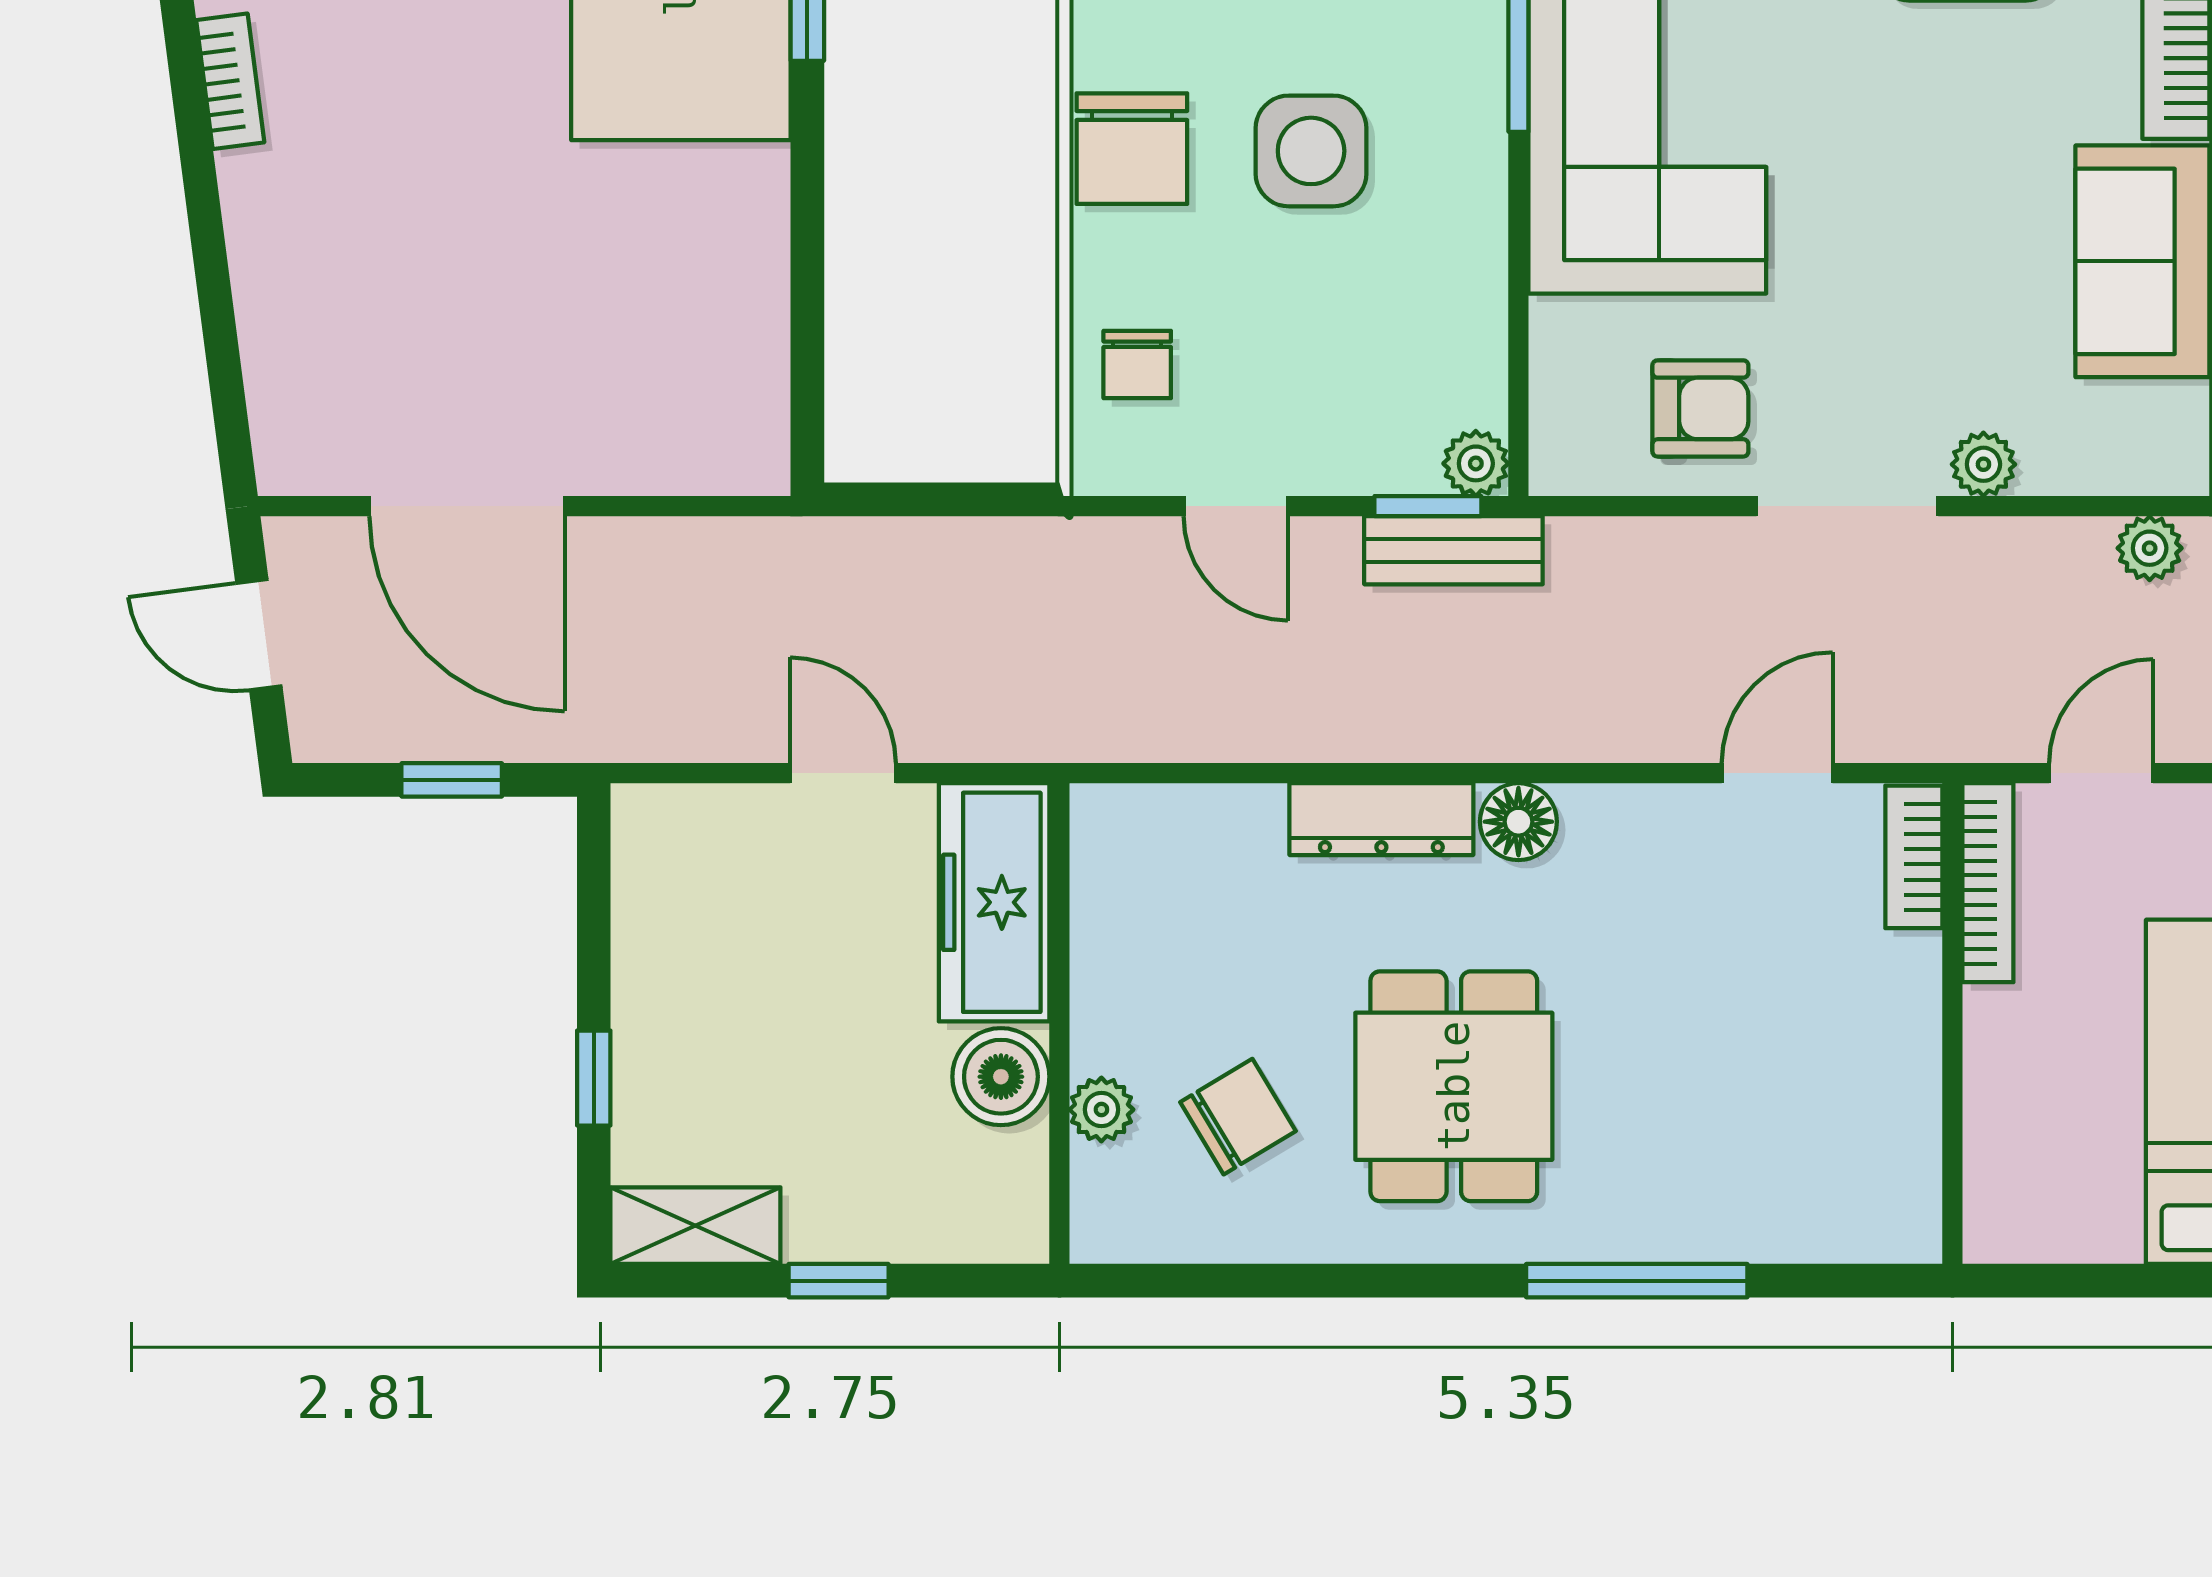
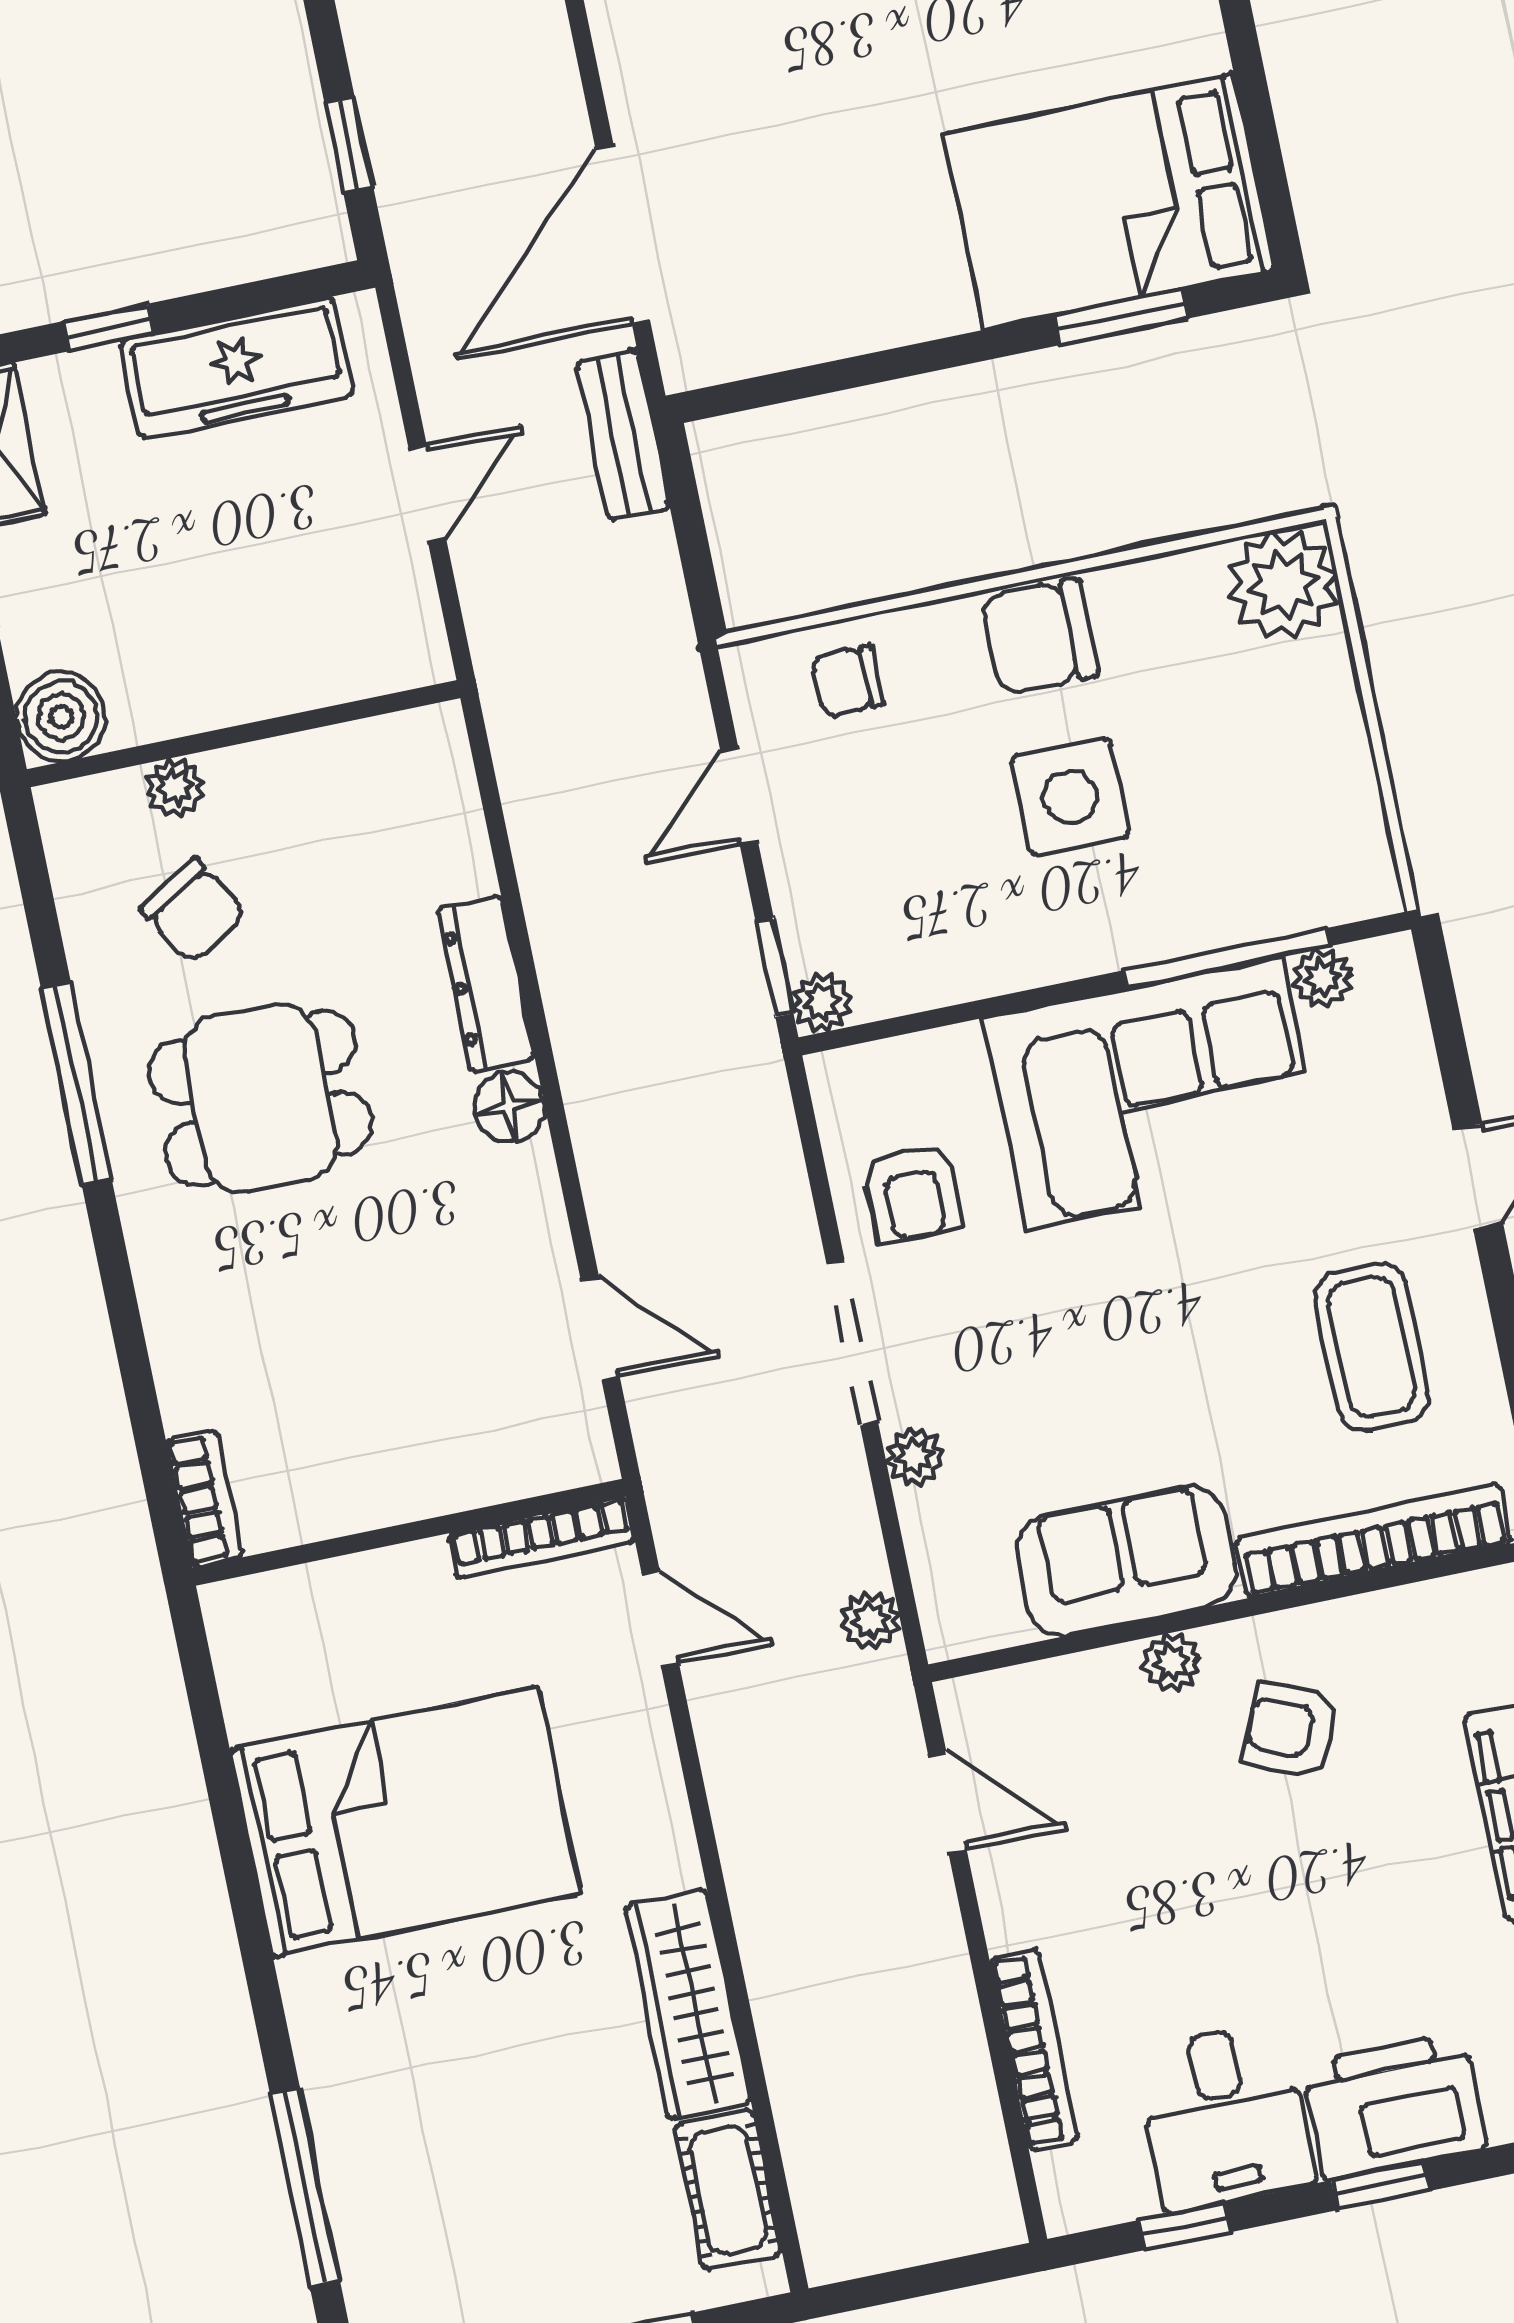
door: (467, 506) -> (623, 234), moved
bench: (1453, 550) -> (623, 435), moved
bookcase: (1914, 857) -> (204, 1499), moved, turned 90
freezer: (994, 902) -> (237, 368), moved, turned 180
boiler: (1001, 1077) -> (61, 717), moved
window: (1637, 1281) -> (76, 1083), moved

